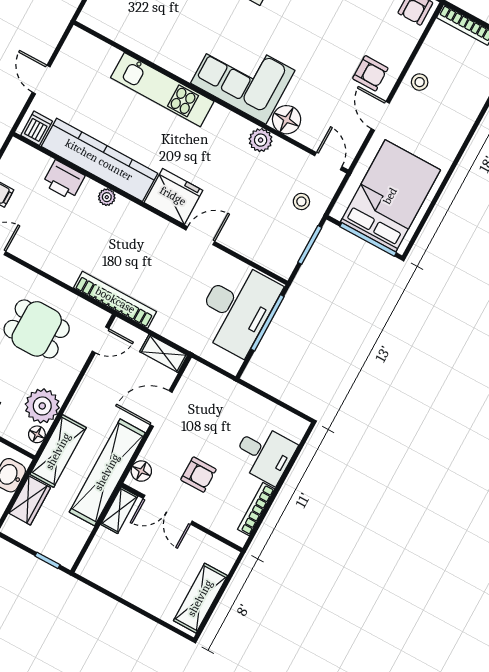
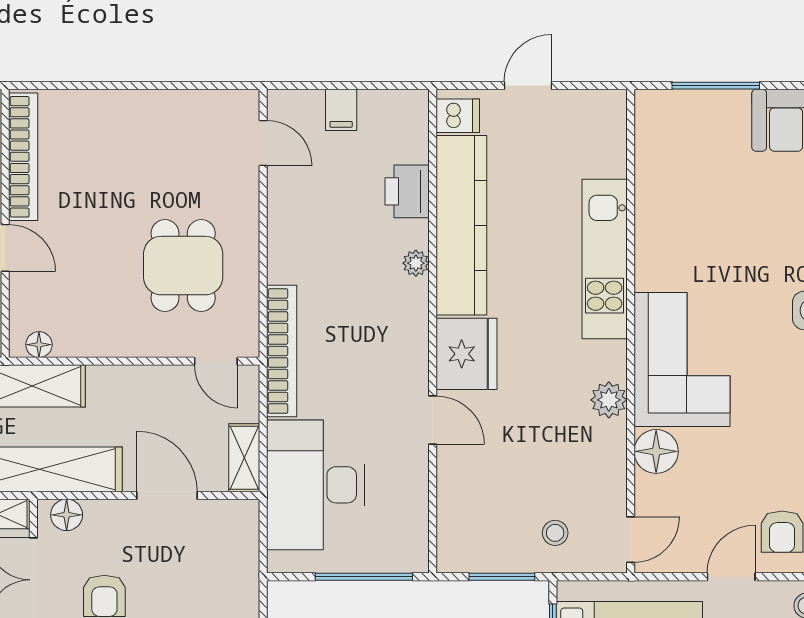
plant: (261, 140) -> (609, 400), moved
desk: (237, 308) -> (315, 485), moved, turned 90
plant: (42, 406) -> (82, 331), removed

